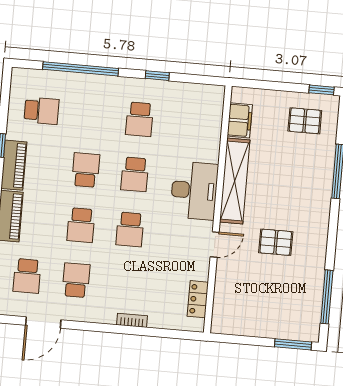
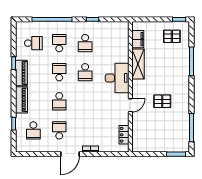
shelving: (235, 181) -> (138, 64), width x0.68
school desk: (130, 229) -> (59, 43), moved, turned 180
door: (43, 323) -> (70, 154), moved

